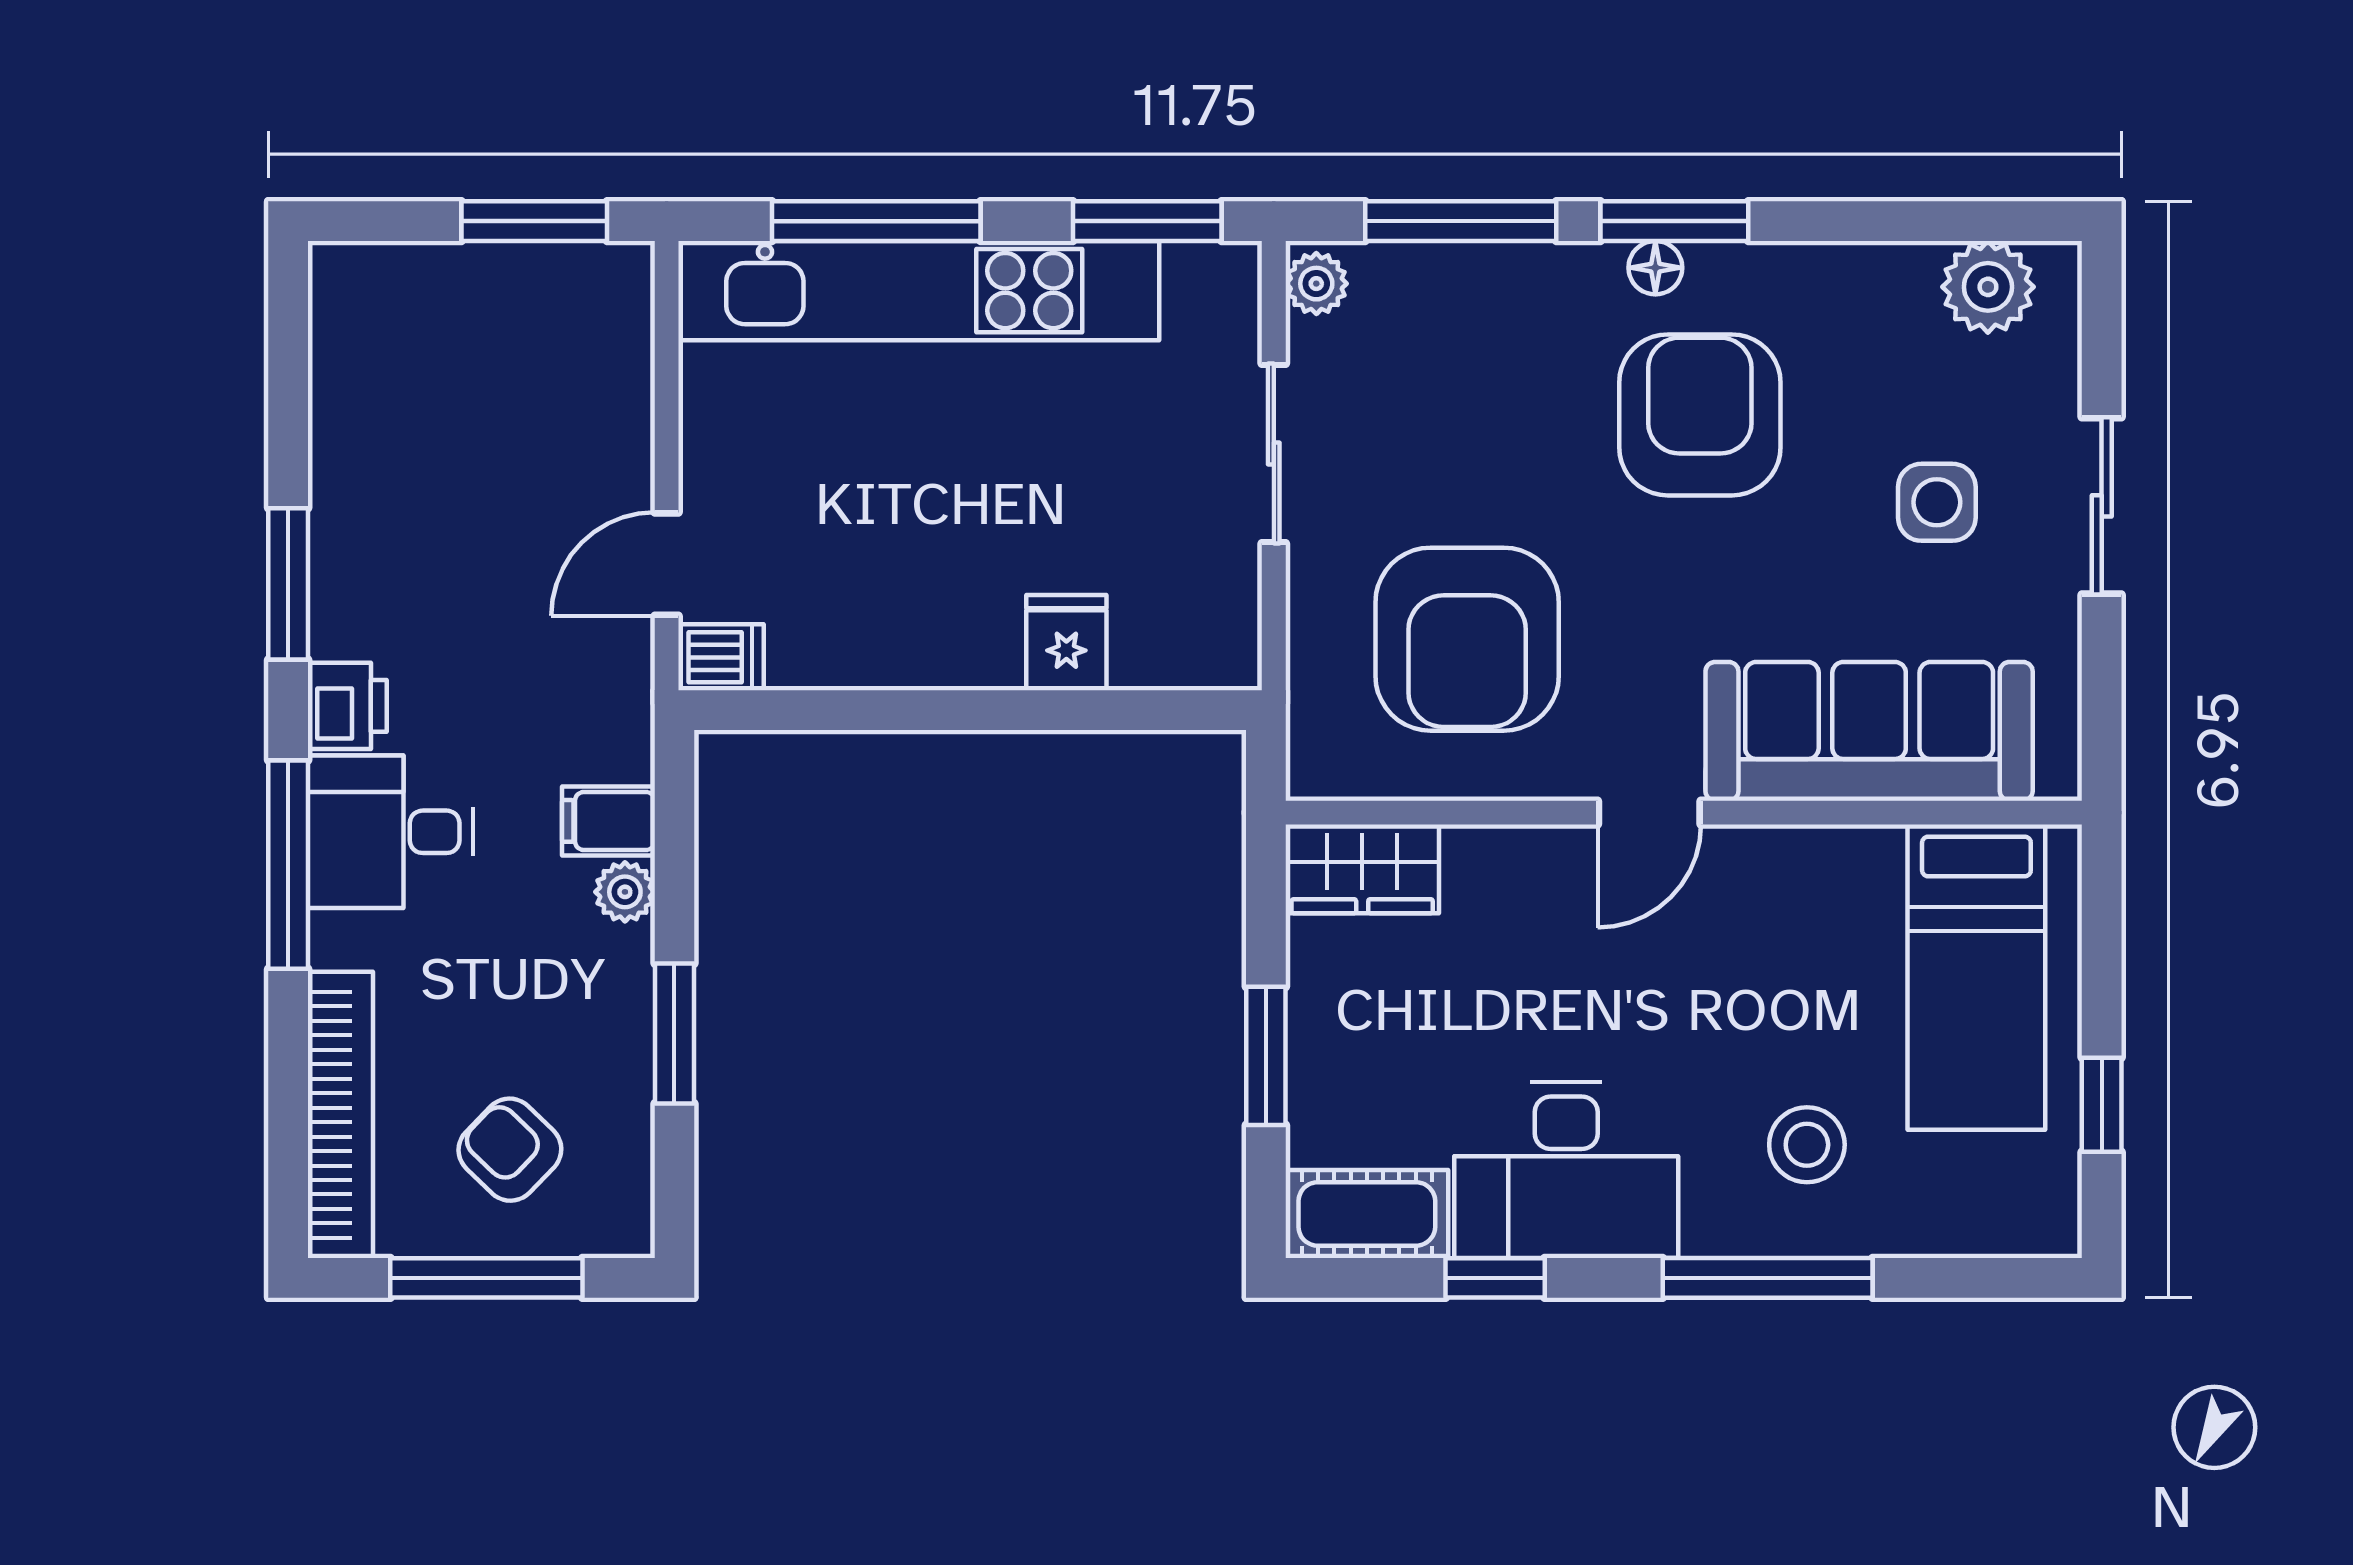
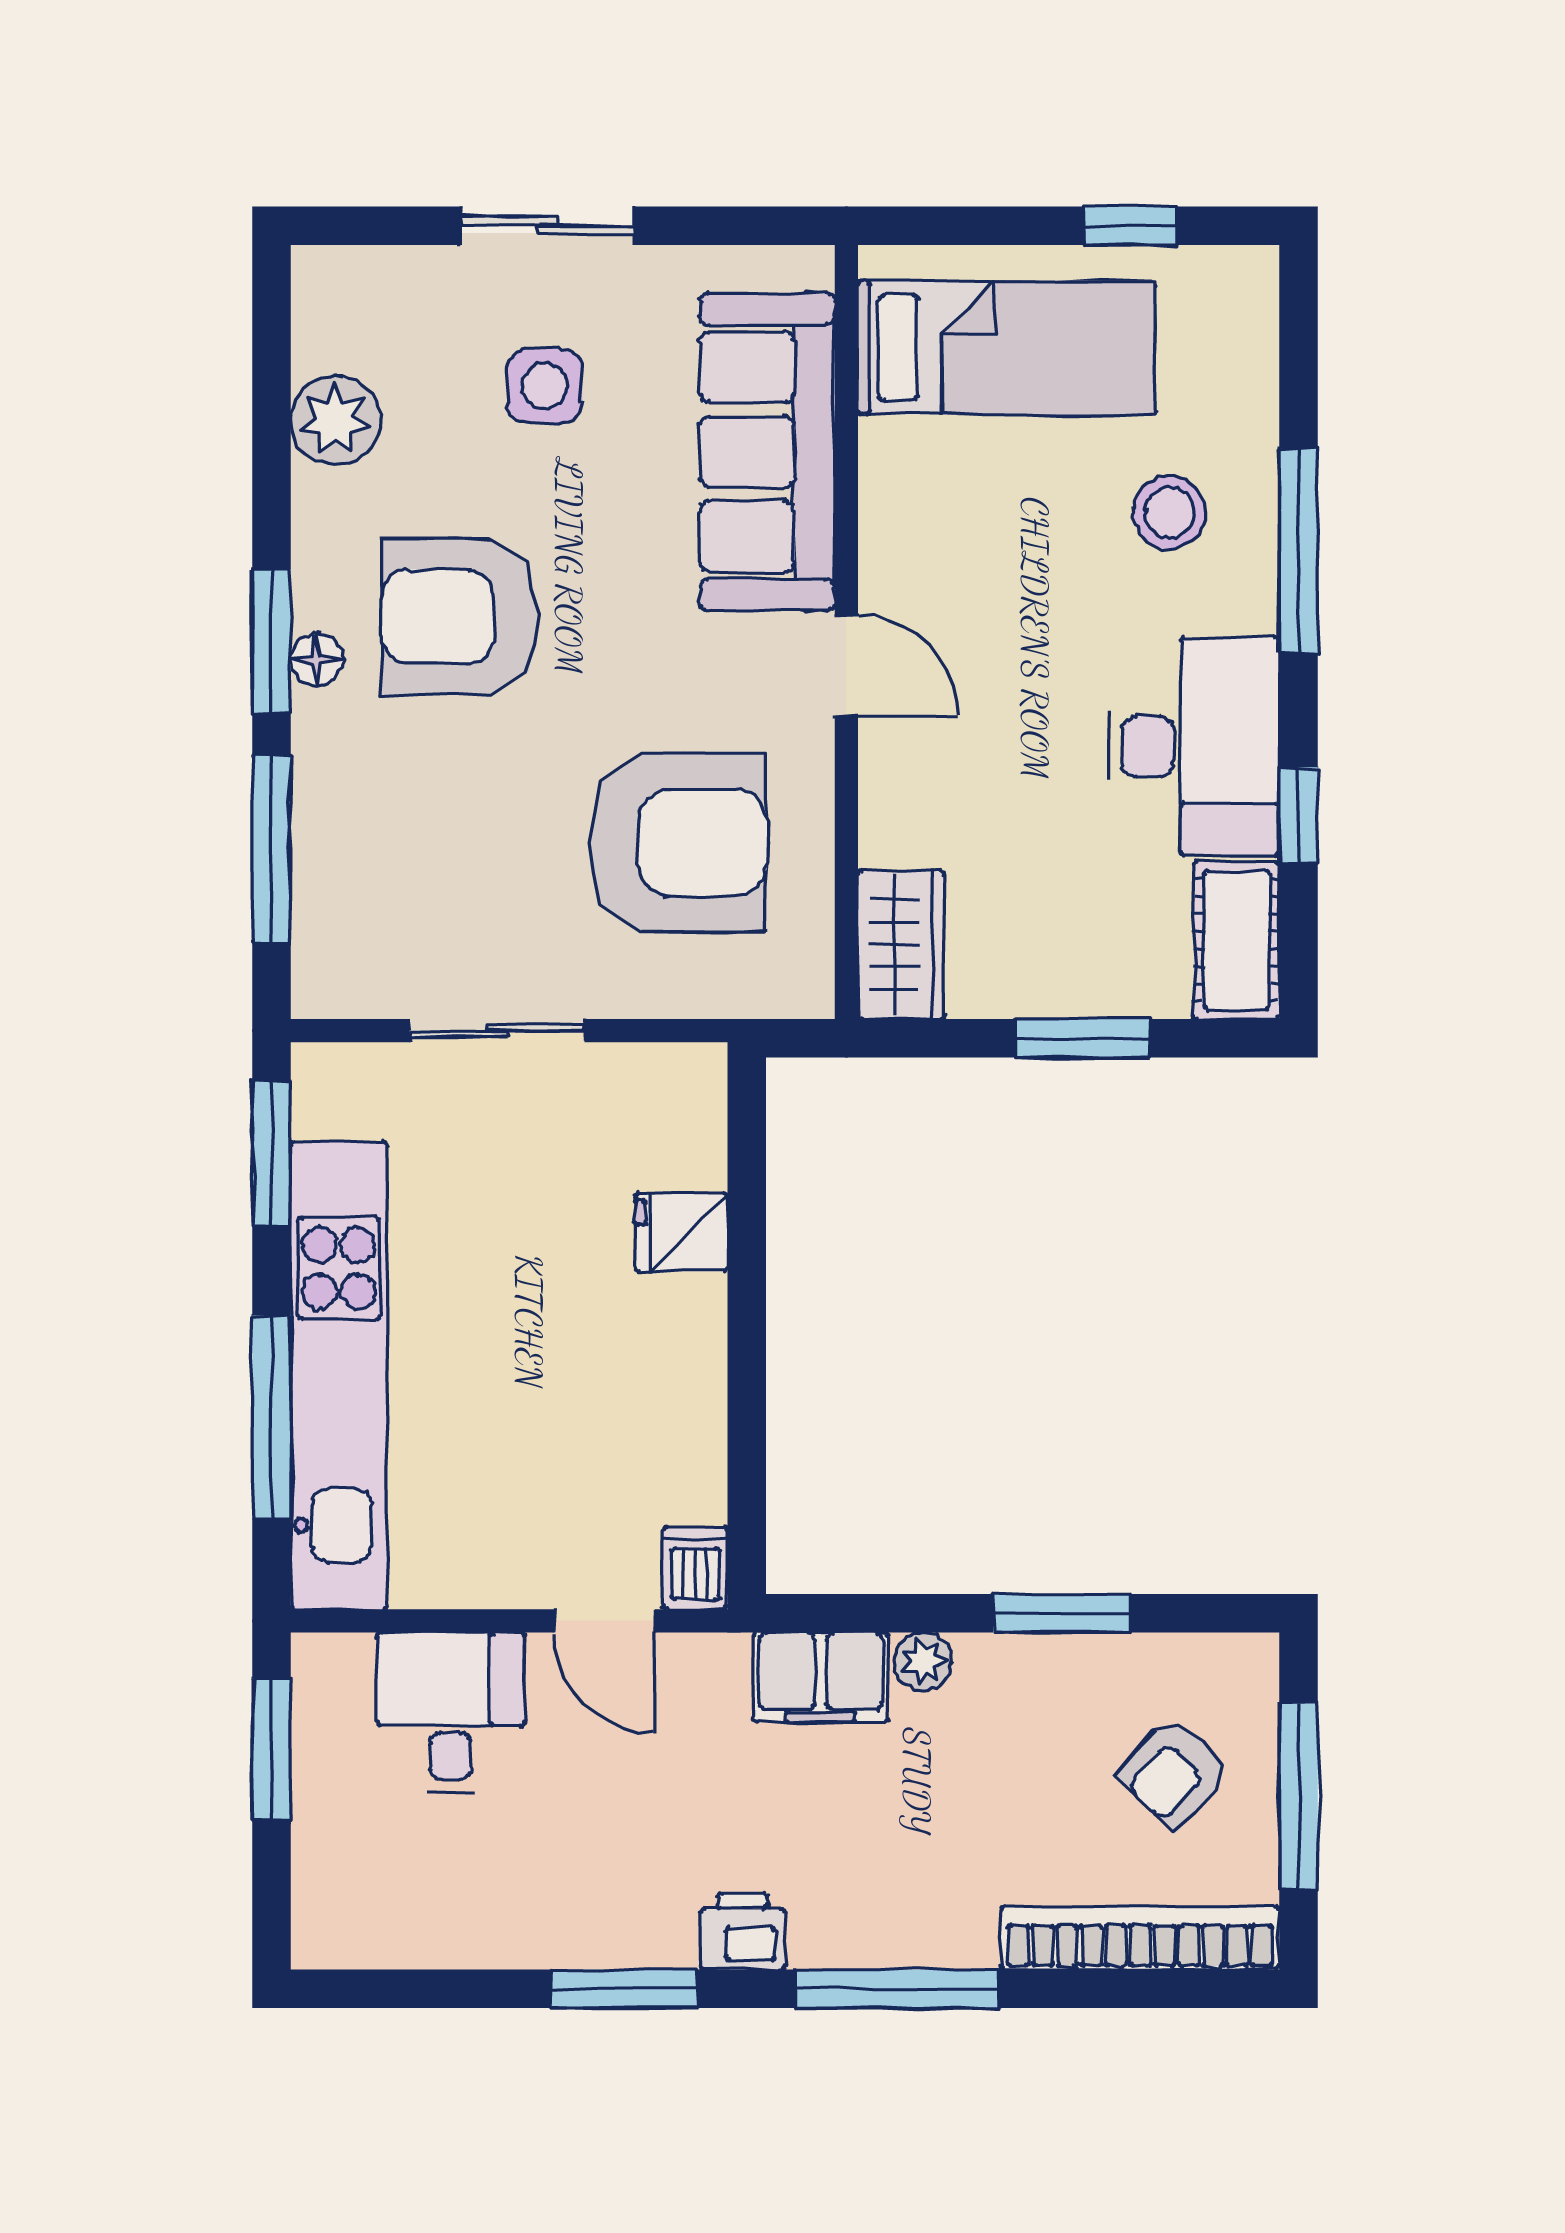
plant: (1316, 284) -> (332, 989), removed
plant: (1988, 287) -> (335, 420), moved
filing cabinet: (608, 821) -> (821, 1677), width x2.00
desk: (390, 832) -> (451, 1712), moved, turned 180

